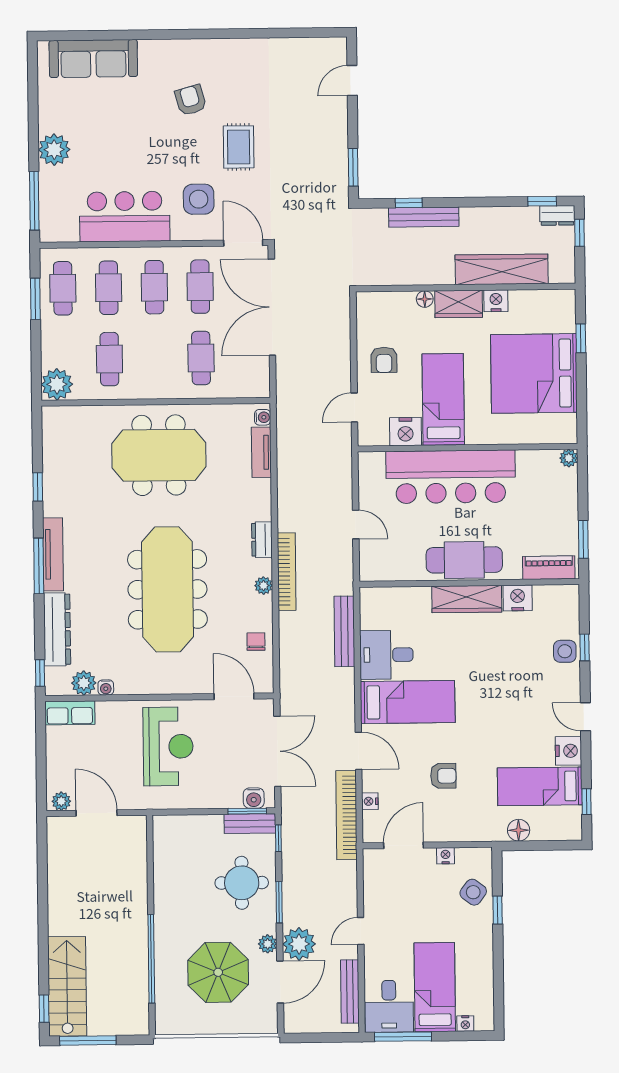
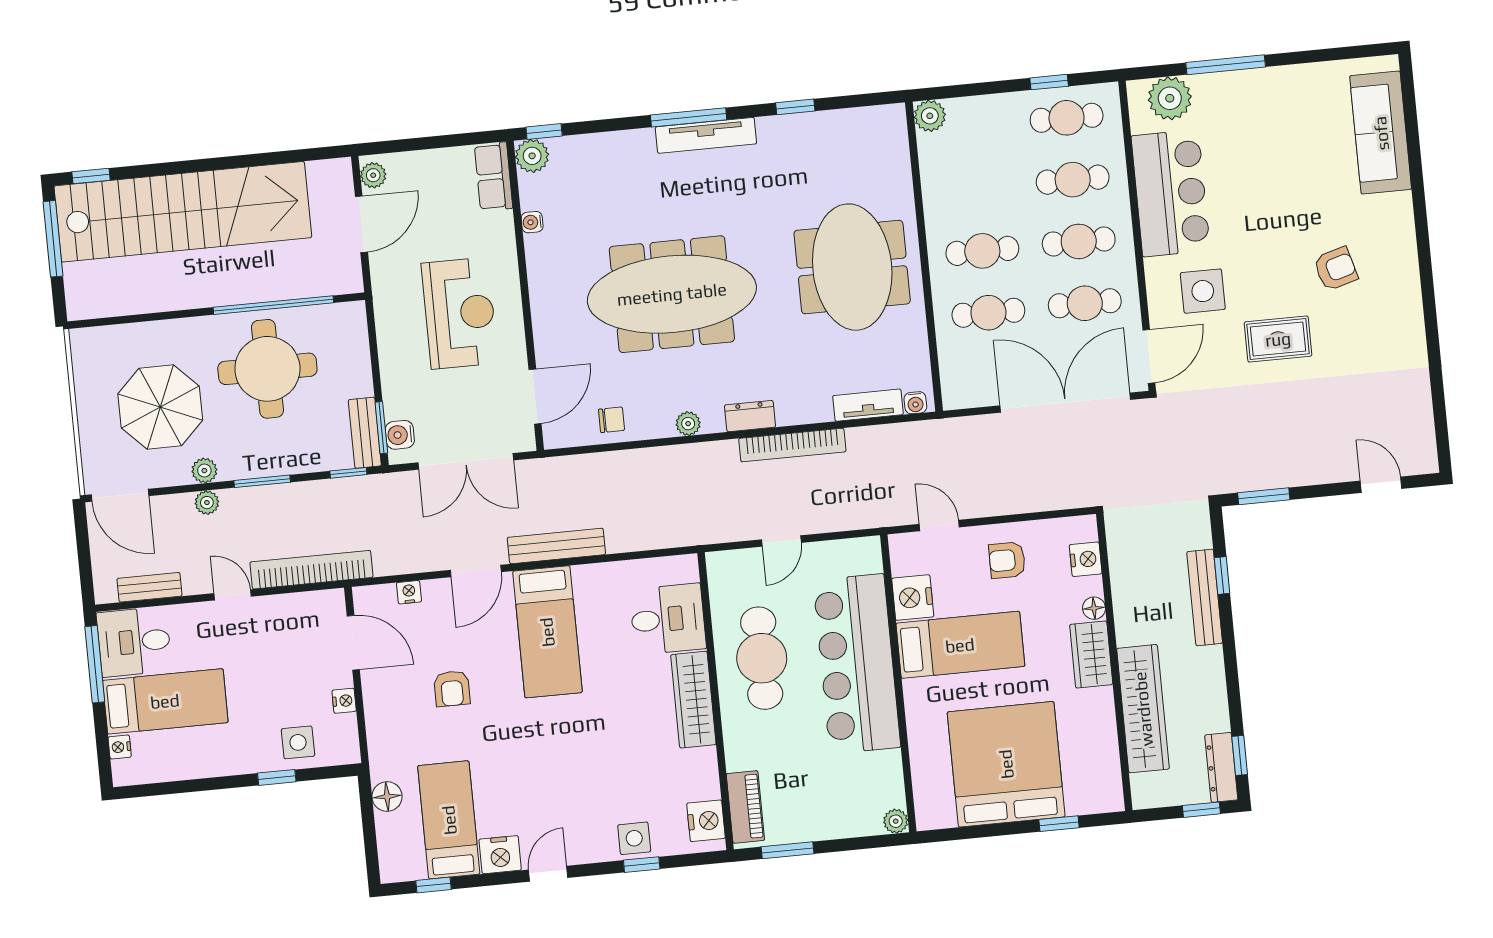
plant: (54, 150) -> (1170, 98), moved
window: (34, 201) -> (1226, 65), moved
dresser: (557, 215) -> (1221, 767), width x1.44
window: (35, 299) -> (1049, 82), width x0.67
nightstand: (496, 301) -> (1086, 559), moved
cafe table: (109, 359) -> (982, 251), moved
plant: (57, 384) -> (930, 116), width x0.73, depth x0.73
cafe table: (464, 560) -> (762, 658), moved
bookcase: (287, 572) -> (792, 445), moved
nightstand: (518, 598) -> (706, 821), moved
dresser: (57, 629) -> (605, 150), removed
bench: (344, 631) -> (556, 546), moved
desk: (386, 655) -> (668, 619), moved, turned 90
plant: (84, 683) -> (532, 156), moved
reception desk: (168, 746) -> (460, 313), turned -90
bookcase: (346, 815) -> (311, 570), moved
round table: (242, 883) -> (267, 369), moved, width x1.36, depth x1.36
side table: (473, 892) -> (298, 742), turned -37
plant: (299, 944) -> (207, 503), width x0.53, depth x0.53
window: (151, 959) -> (273, 305), moved
door: (280, 982) -> (120, 495), moved
stairs: (67, 986) -> (183, 212), width x1.86, depth x1.51
bench: (350, 992) -> (150, 587), width x0.73

